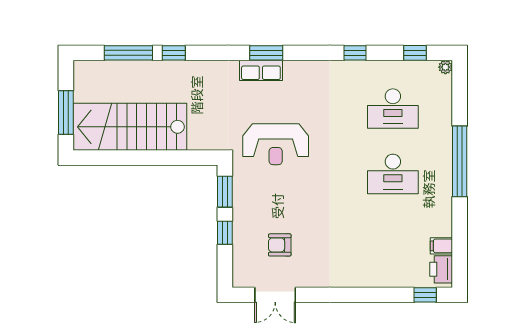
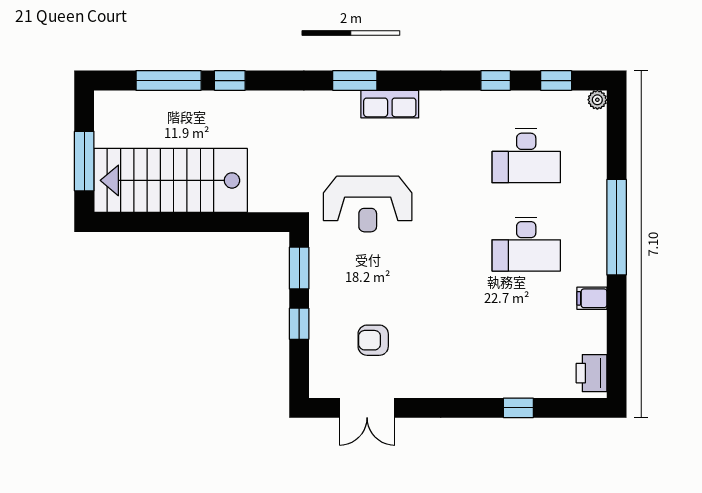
window: (355, 53) -> (496, 81), moved
row of seats: (261, 70) -> (390, 104), moved
filing cabinet: (441, 246) -> (592, 298), moved
window: (425, 295) -> (518, 408), moved

